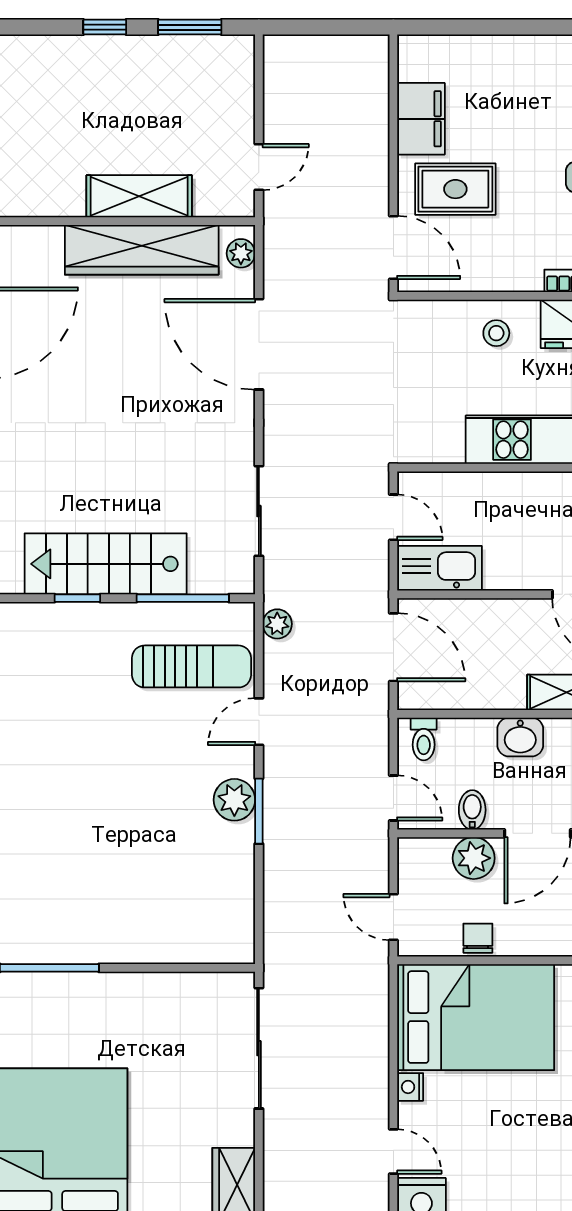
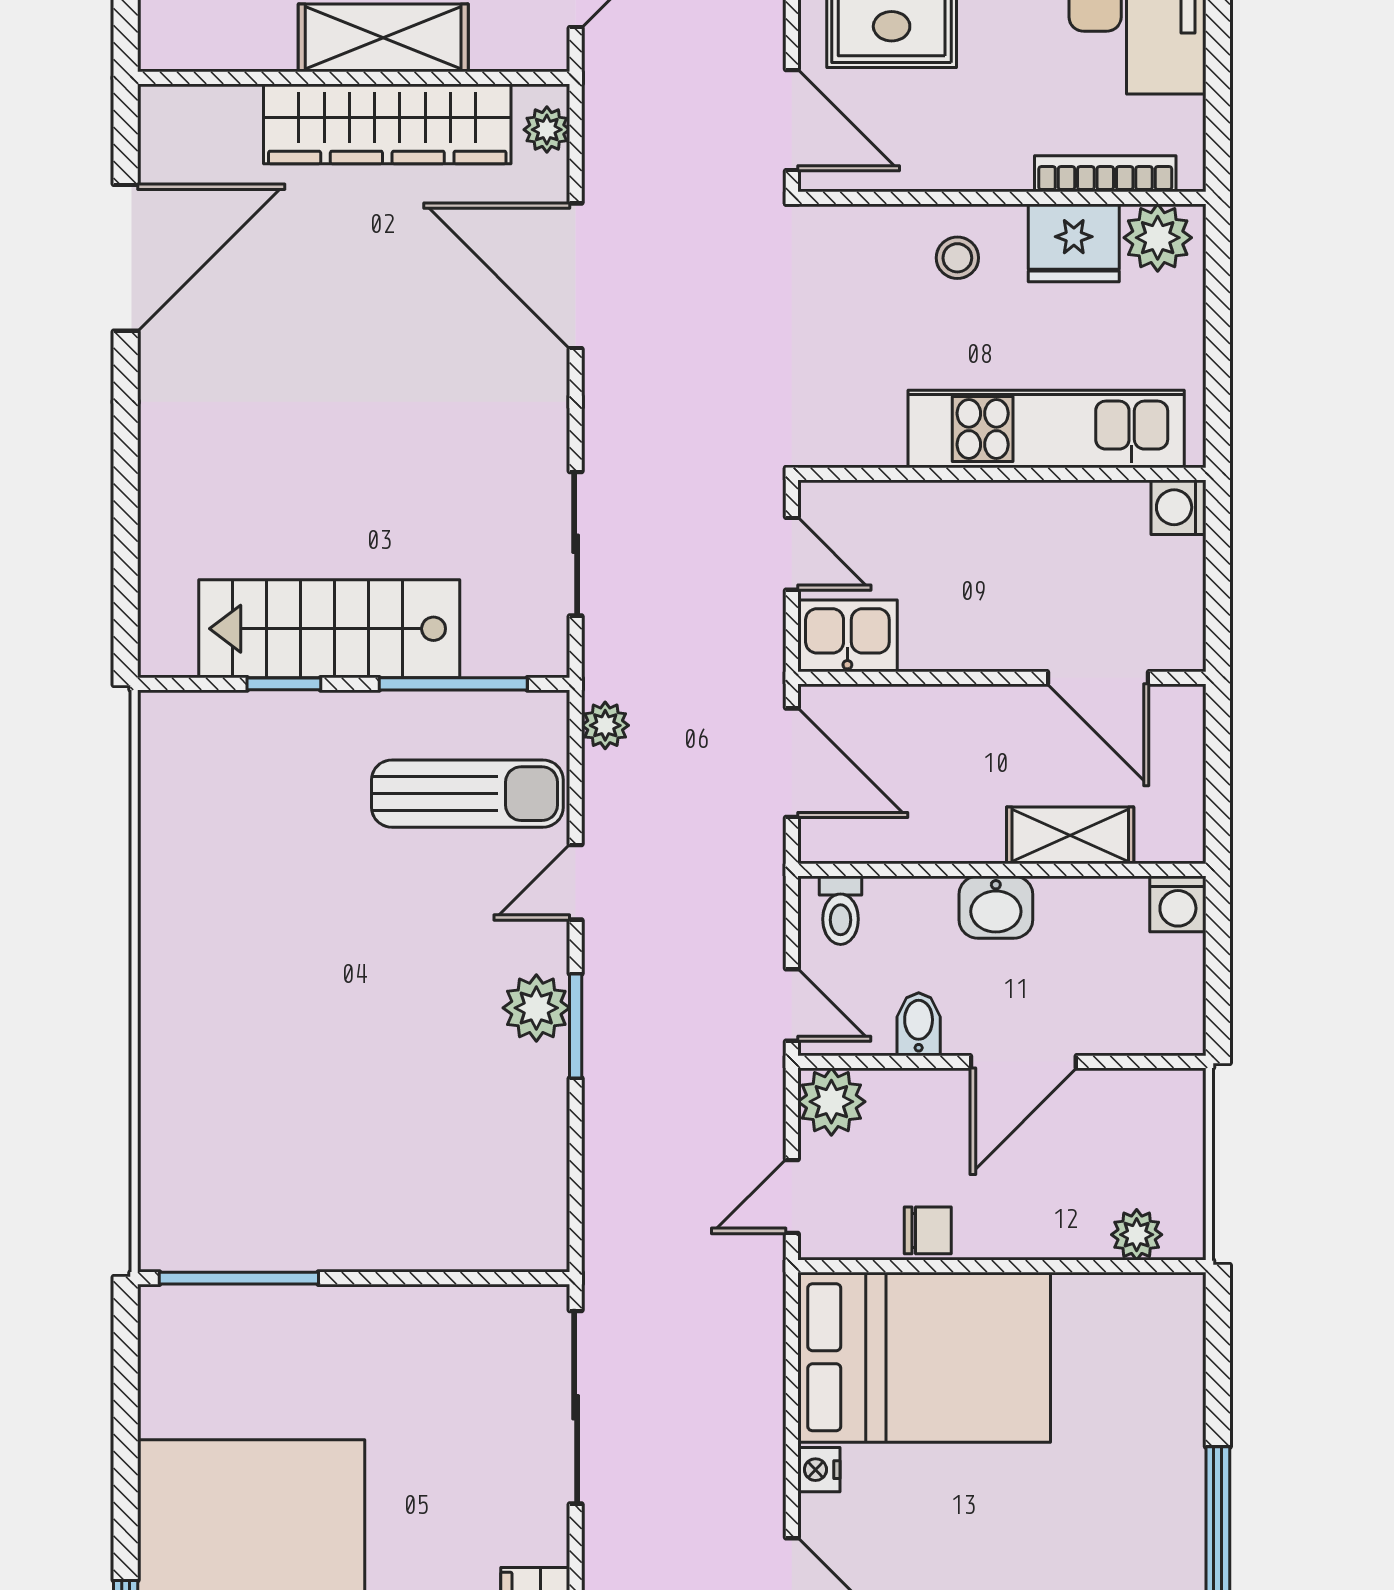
kitchen sink: (439, 568) -> (847, 636), width x0.73
plant: (474, 858) -> (831, 1102), moved
door: (393, 917) -> (792, 1196), hinge flipped
chair: (478, 938) -> (928, 1230), turned 90

